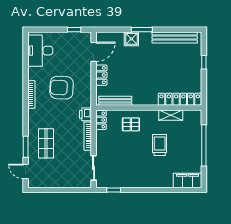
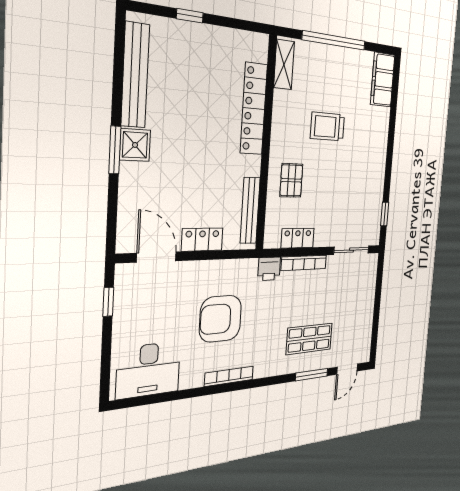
shower: (131, 39) -> (135, 145), moved
armchair: (62, 88) -> (220, 319), turned 87
locker: (180, 99) -> (254, 109), moved
shelving: (171, 115) -> (284, 65), moved
locker: (101, 120) -> (298, 238), moved

